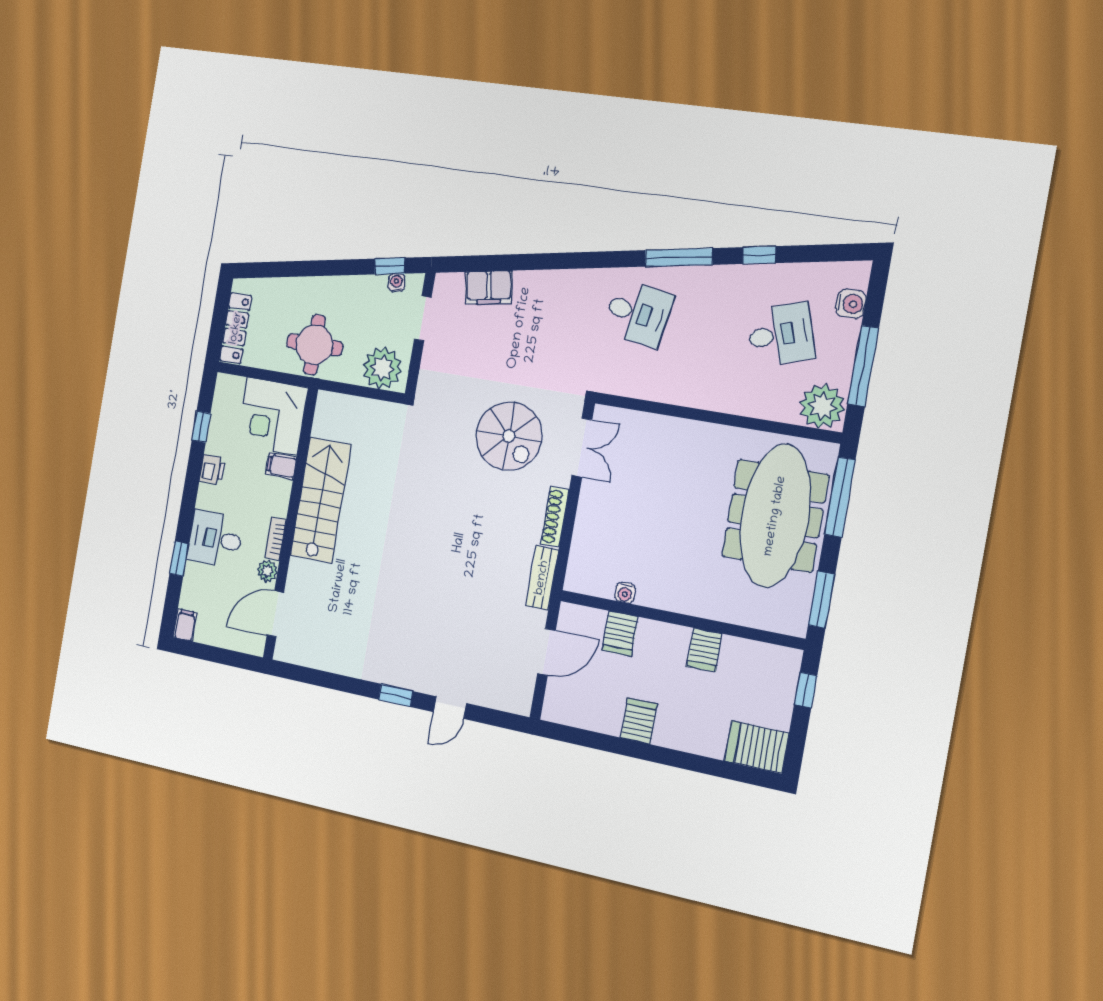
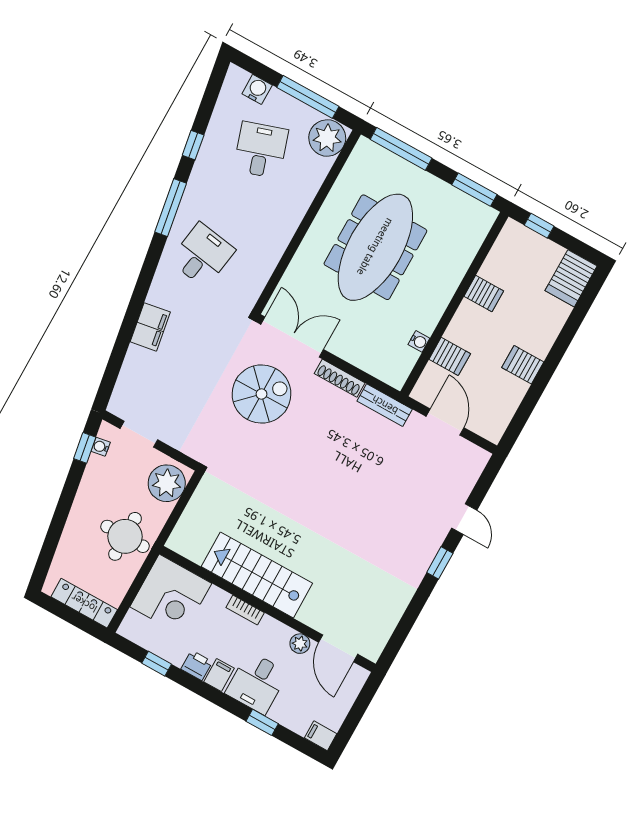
filing cabinet: (489, 287) -> (150, 327), moved
double door: (582, 448) -> (292, 337), width x1.37
filing cabinet: (281, 466) -> (219, 675), moved, turned 180
meeting table: (775, 516) -> (375, 247), moved, turned 90
bookcase: (276, 539) -> (245, 610), moved

